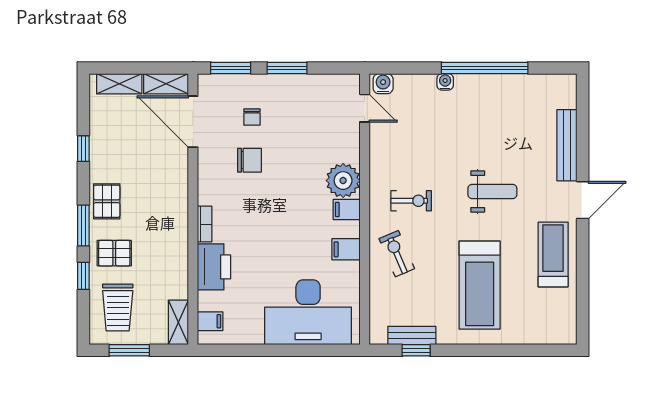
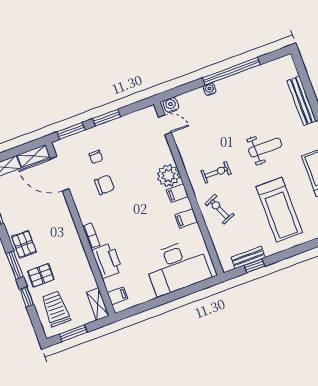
trolley: (118, 308) -> (56, 309), turned 180

